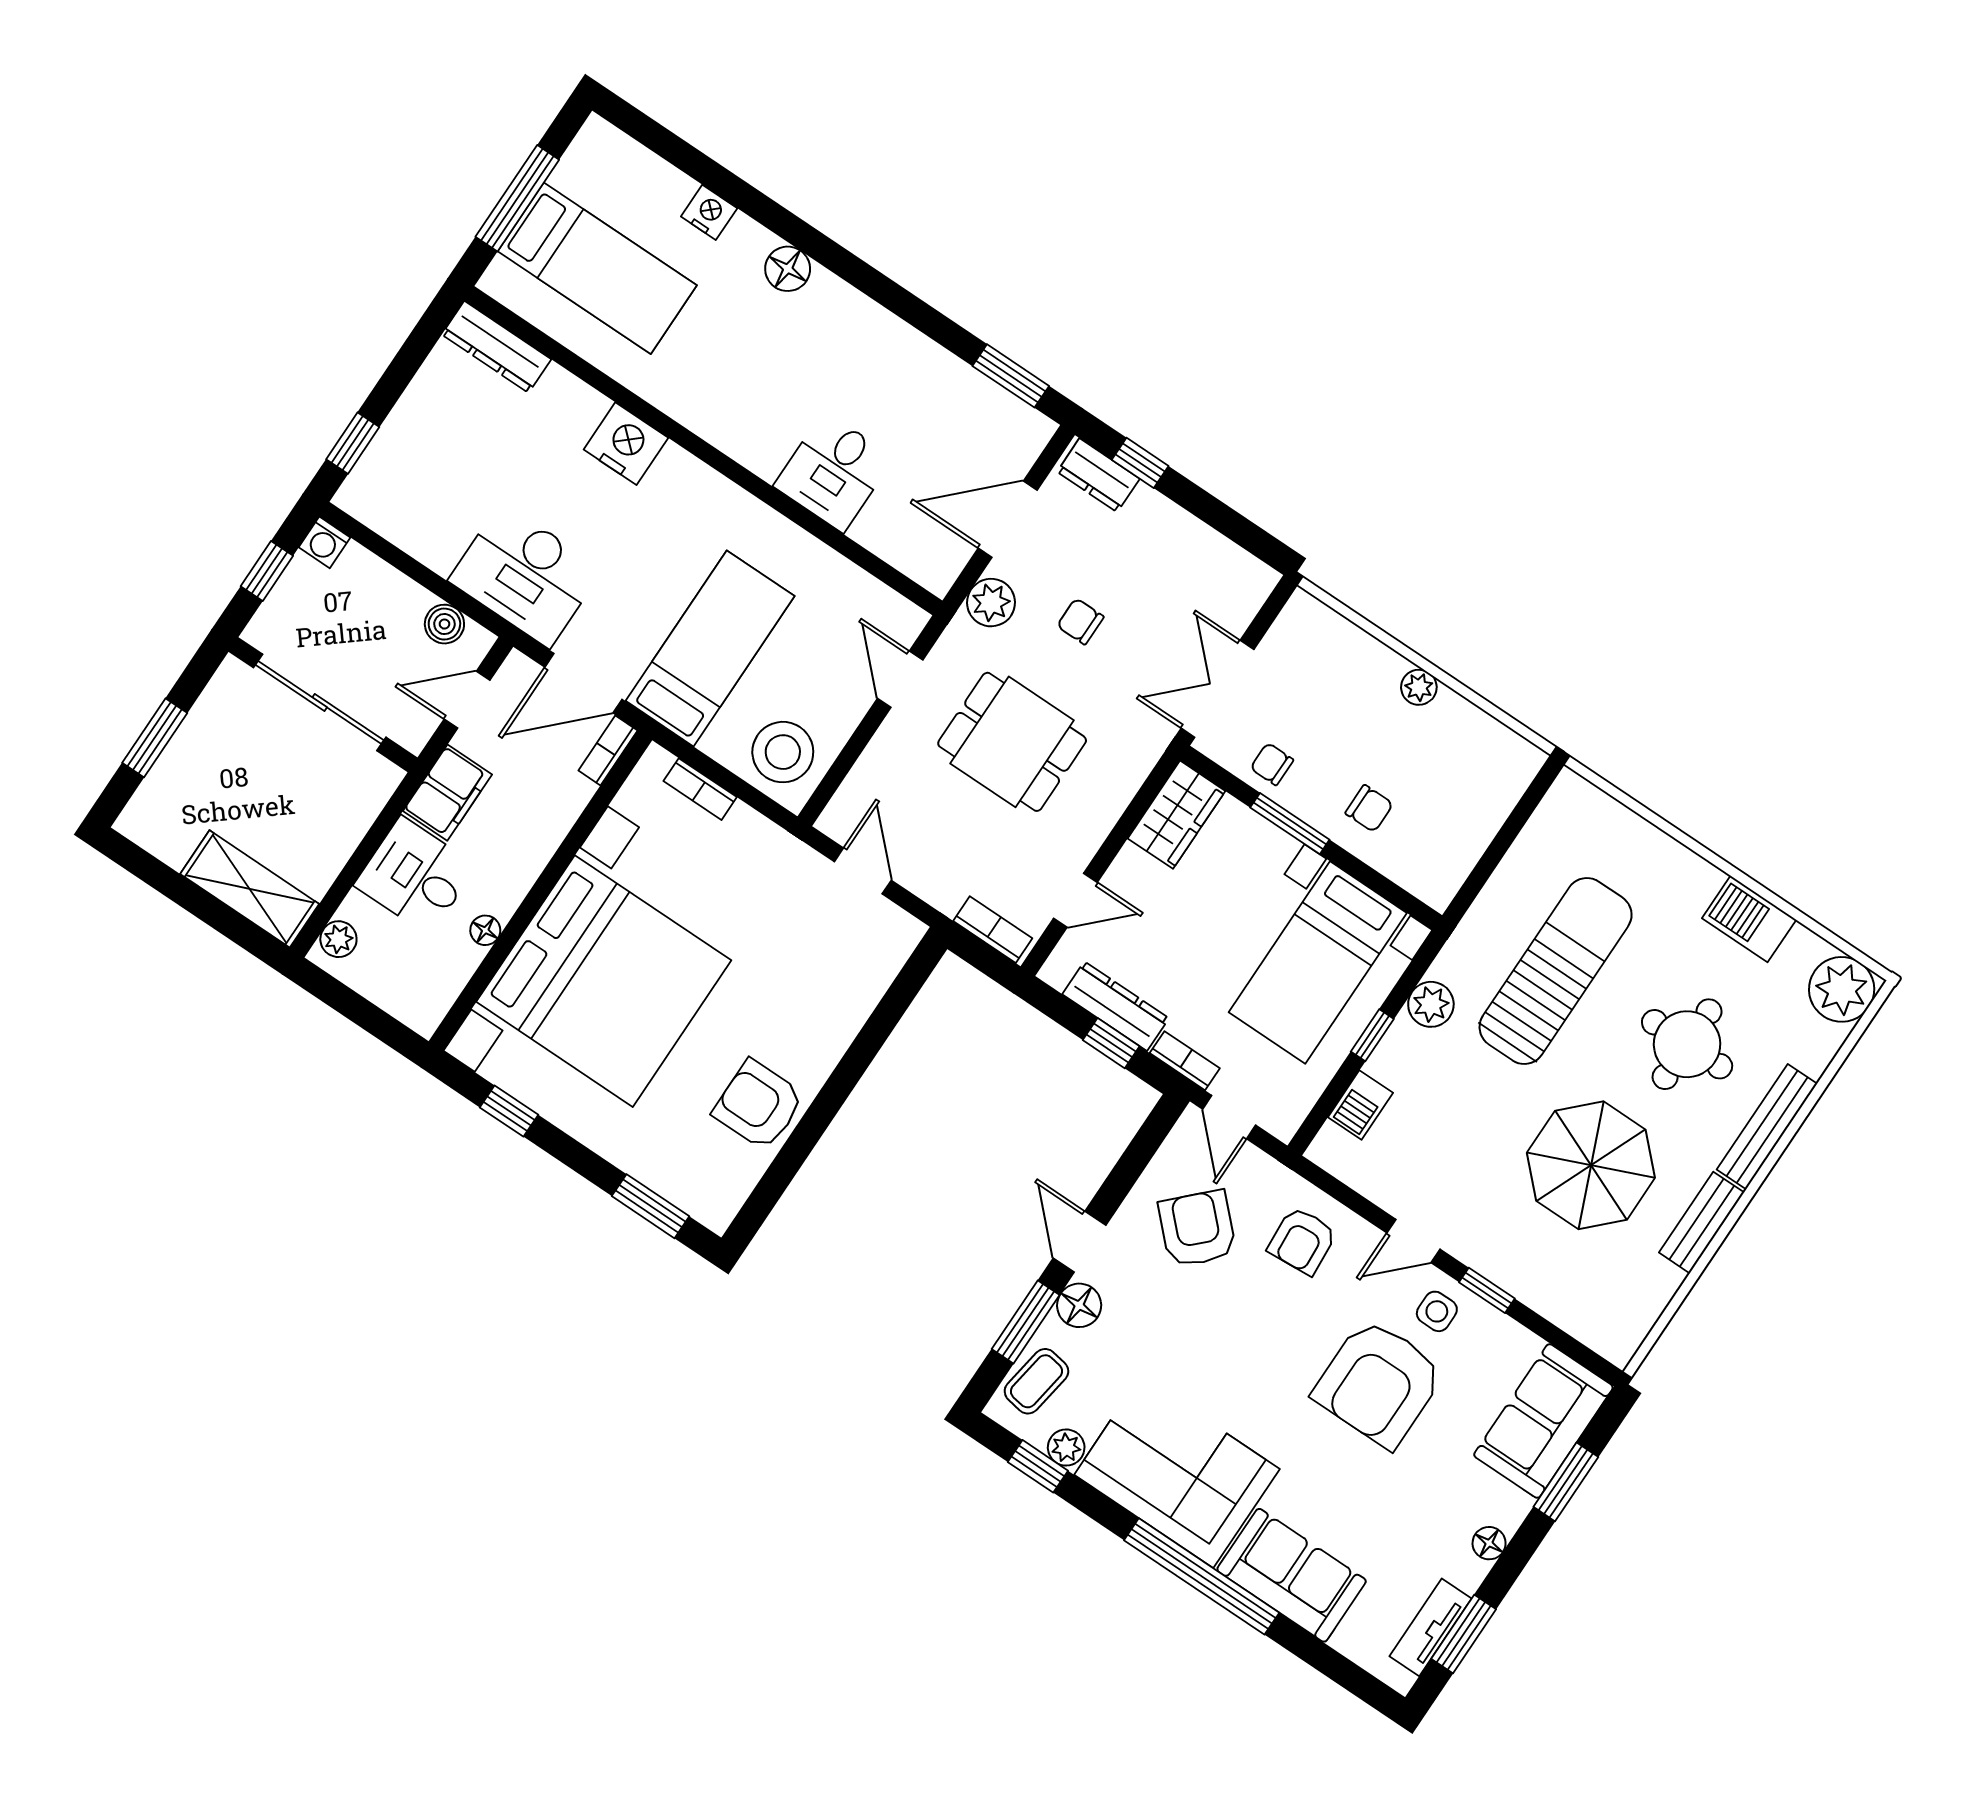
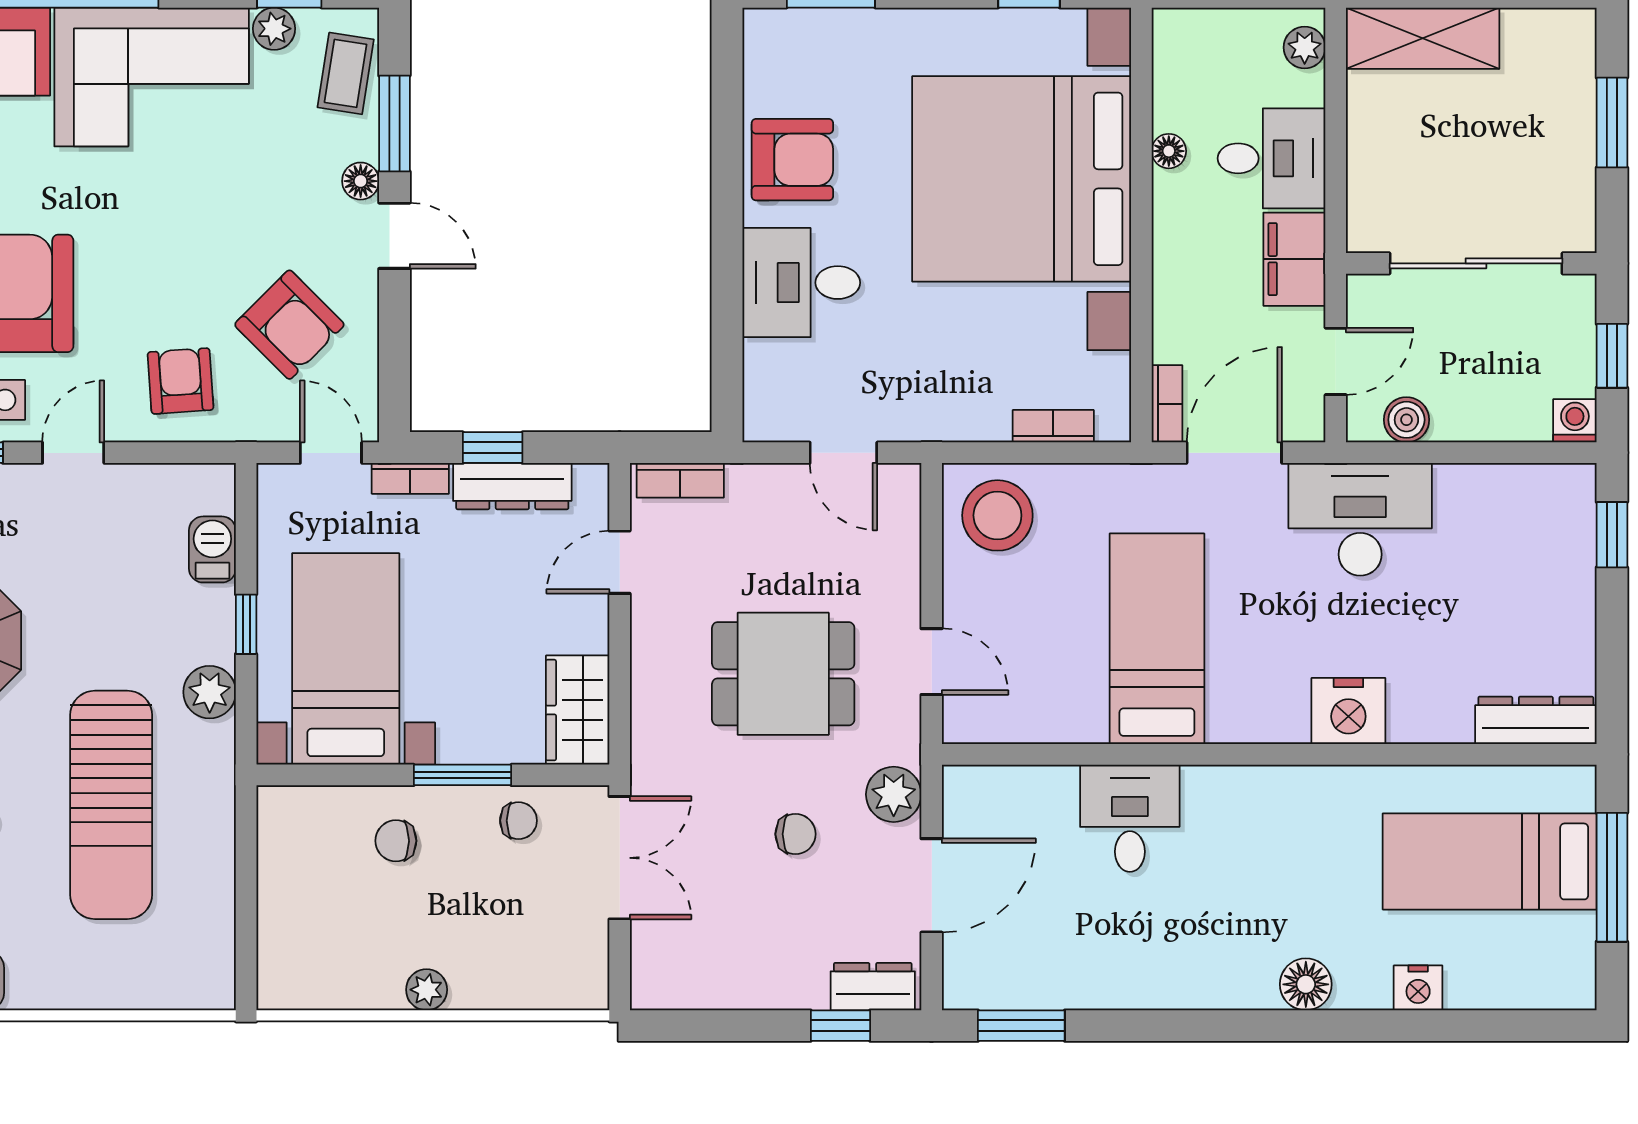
bed: (710, 648) -> (1157, 639), moved, turned 180
desk: (811, 1013) -> (801, 283), added
floor lamp: (1079, 1305) -> (361, 181), width x0.73, depth x0.73

